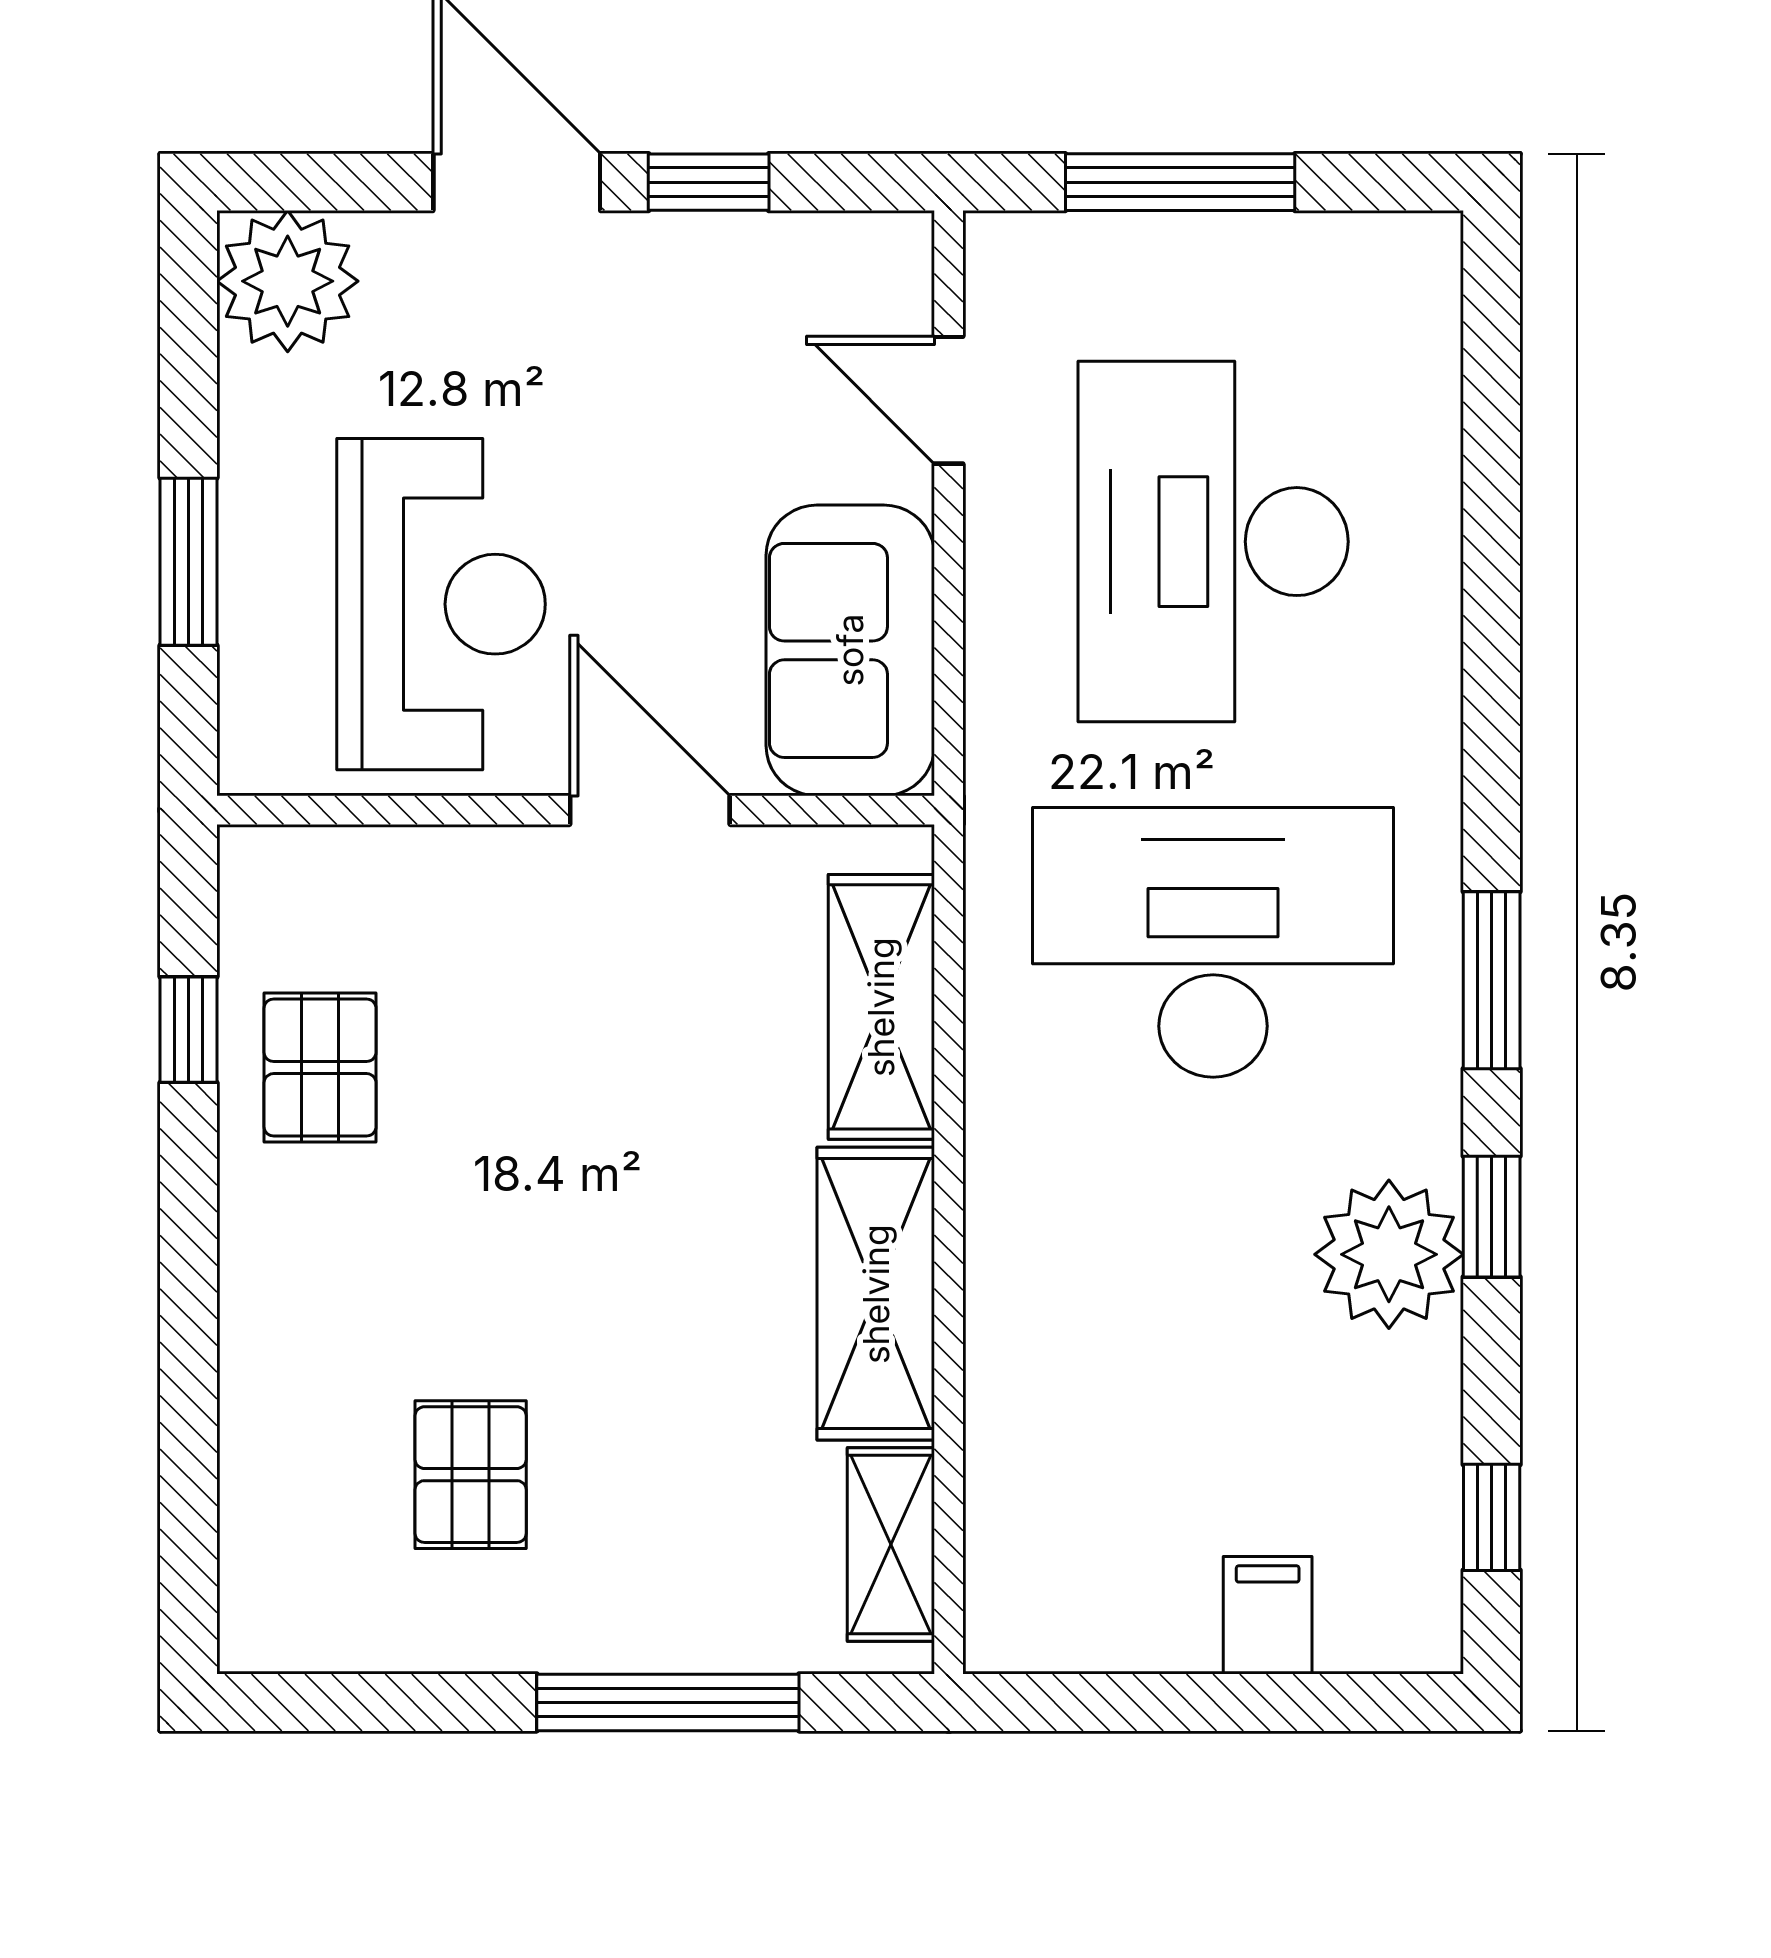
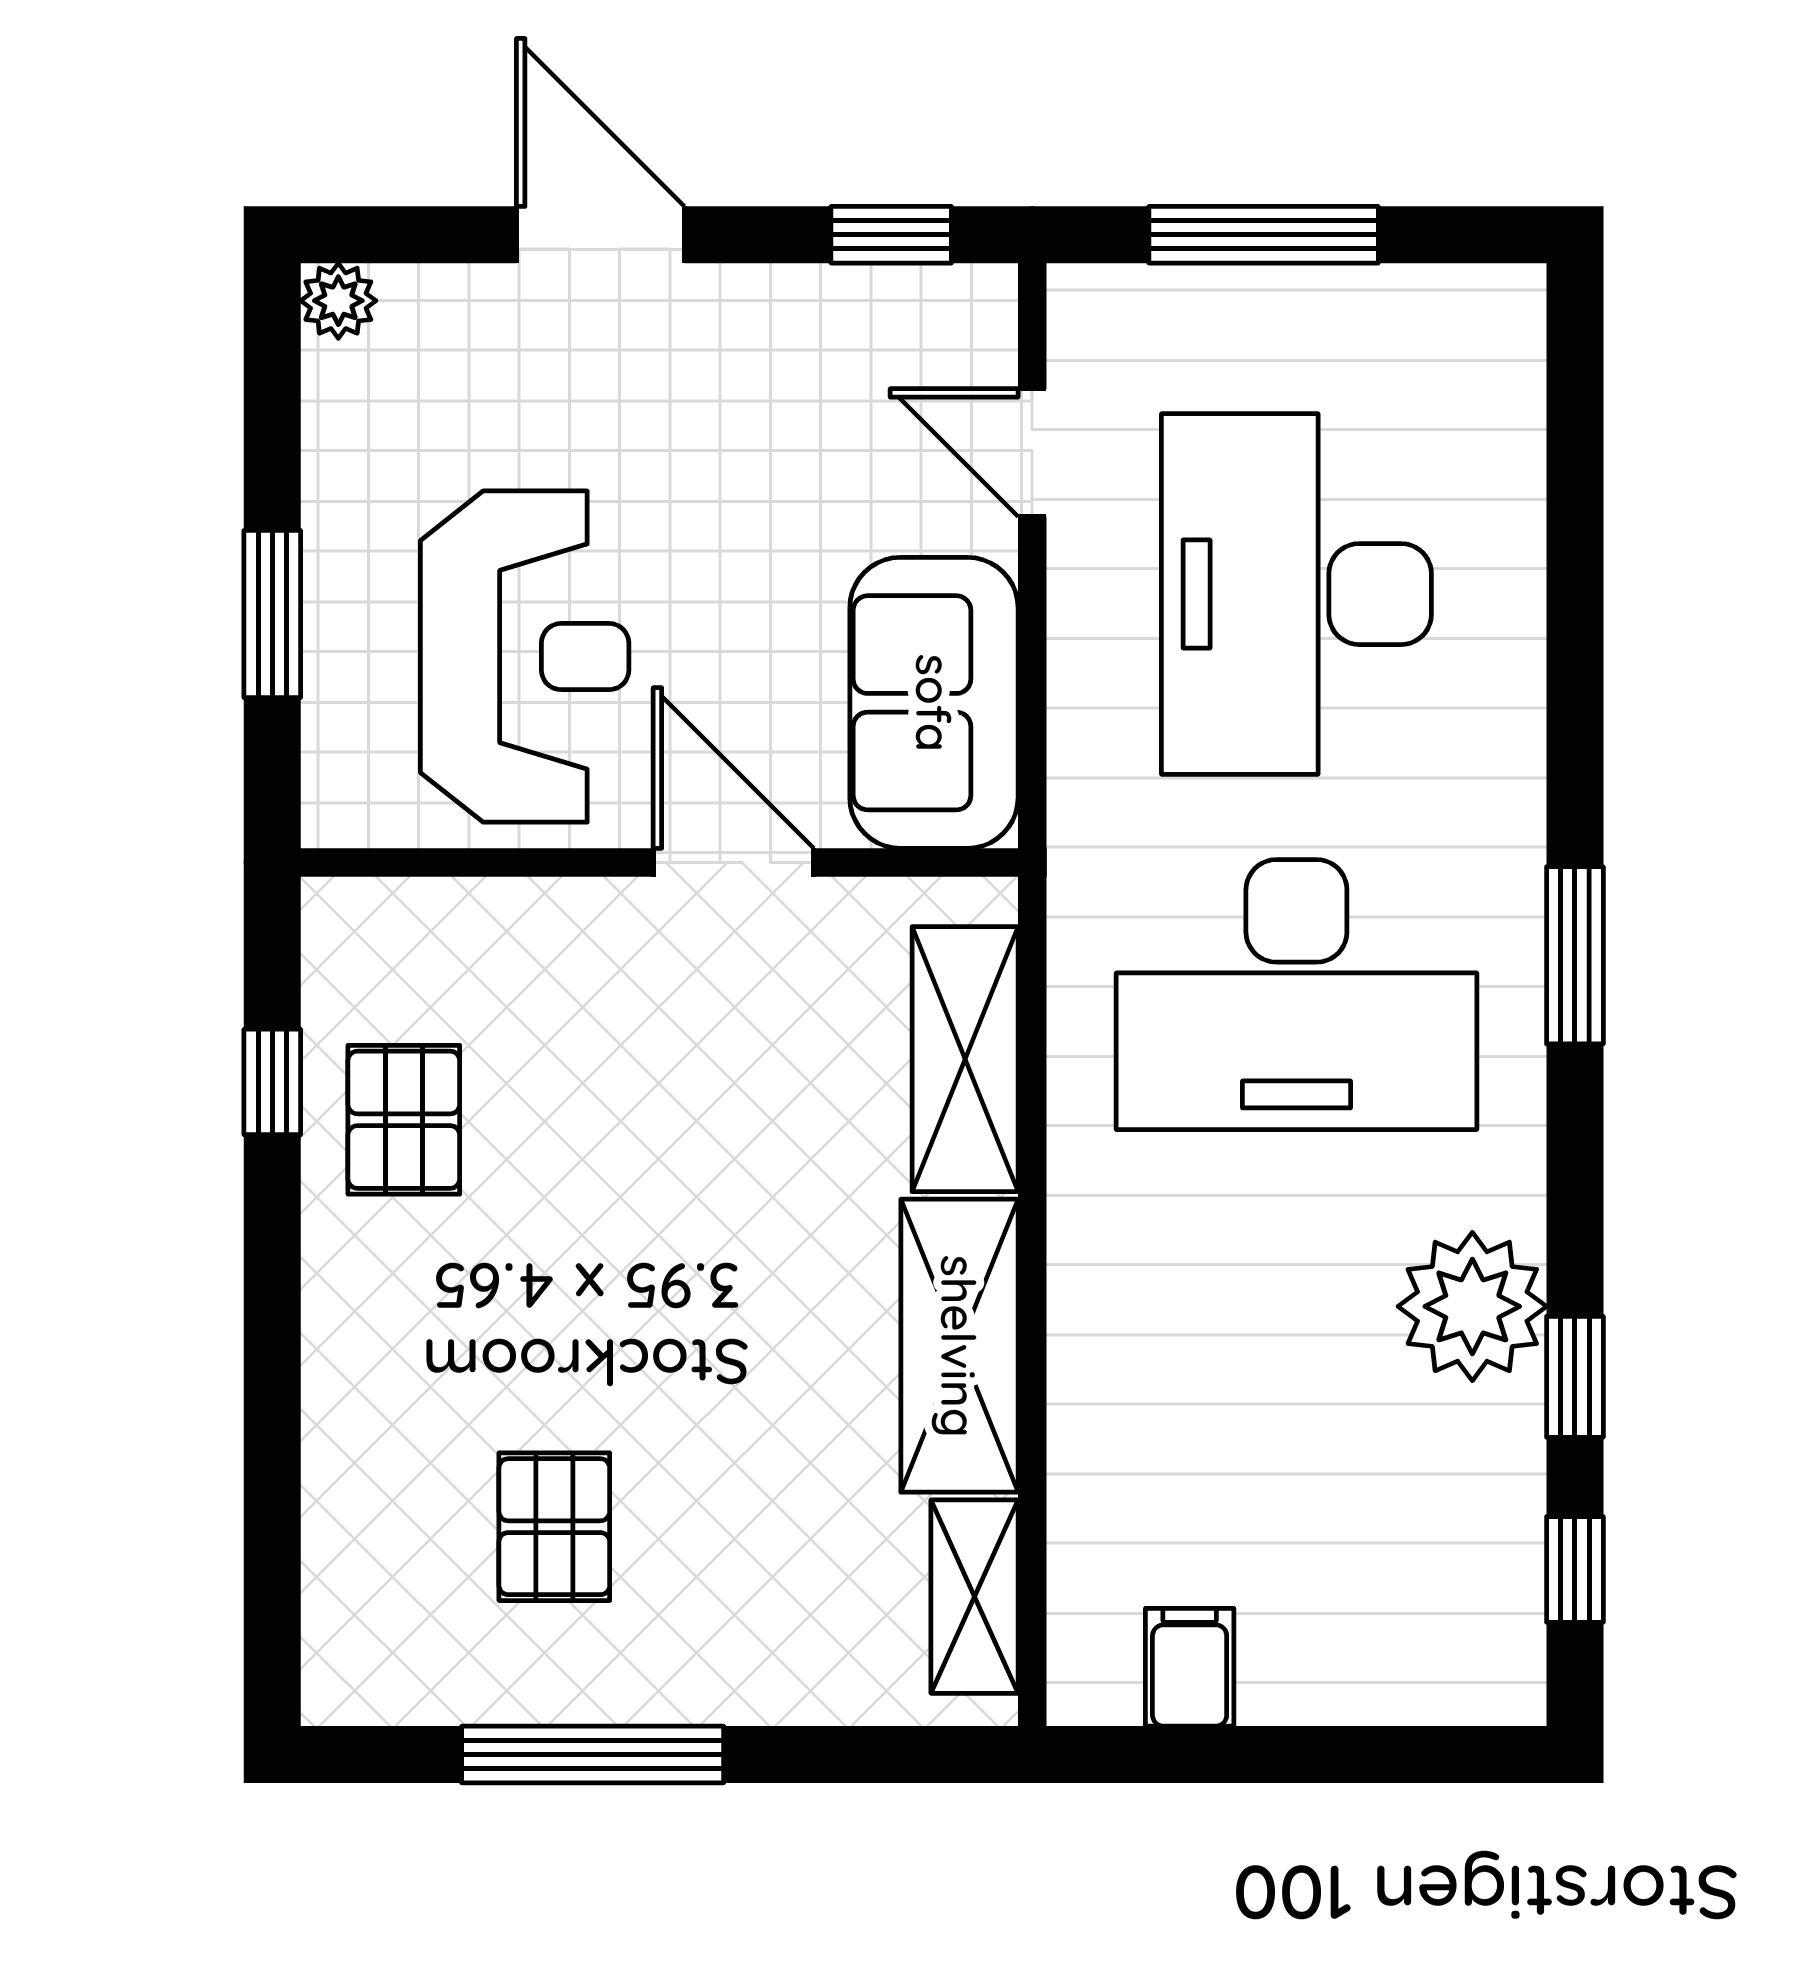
window: (709, 182) -> (891, 235), moved
plant: (288, 281) -> (338, 301), width x0.53, depth x0.53
desk: (1213, 942) -> (1296, 995), turned 180
window: (1492, 980) -> (1575, 955), moved
window: (1492, 1217) -> (1575, 1377), moved
filing cabinet: (1268, 1615) -> (1190, 1667), moved
window: (668, 1702) -> (593, 1754), moved

